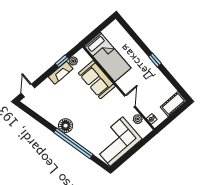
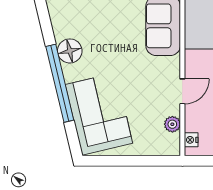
corner sofa: (117, 141) -> (99, 114), moved, turned 77

